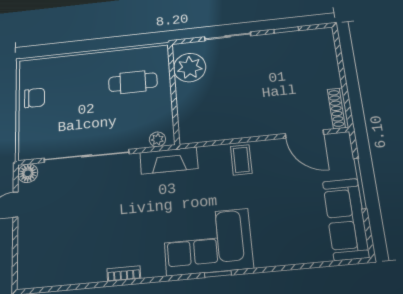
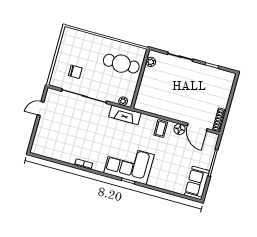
plant: (190, 68) -> (151, 62), width x0.53, depth x0.53
cafe table: (133, 82) -> (121, 64), width x1.37, depth x1.35
chair: (35, 98) -> (75, 72), moved
floor lamp: (28, 173) -> (179, 129), moved
sofa: (346, 219) -> (197, 183), width x0.73

